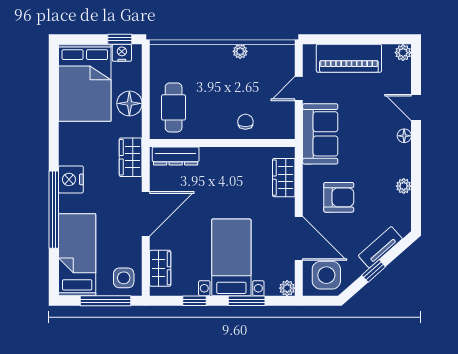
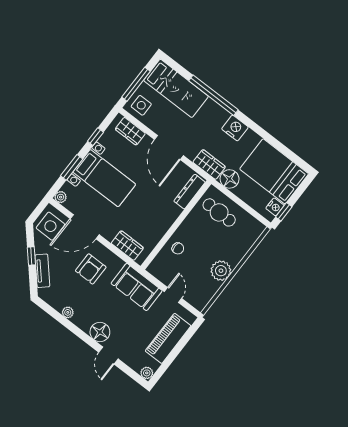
plant: (240, 51) -> (221, 271), width x1.88, depth x1.88
floor lamp: (129, 103) -> (230, 179), moved
door: (416, 108) -> (108, 356), swing flipped
floor lamp: (404, 136) -> (100, 332), width x1.89, depth x1.89
nightstand: (71, 179) -> (235, 128), moved

